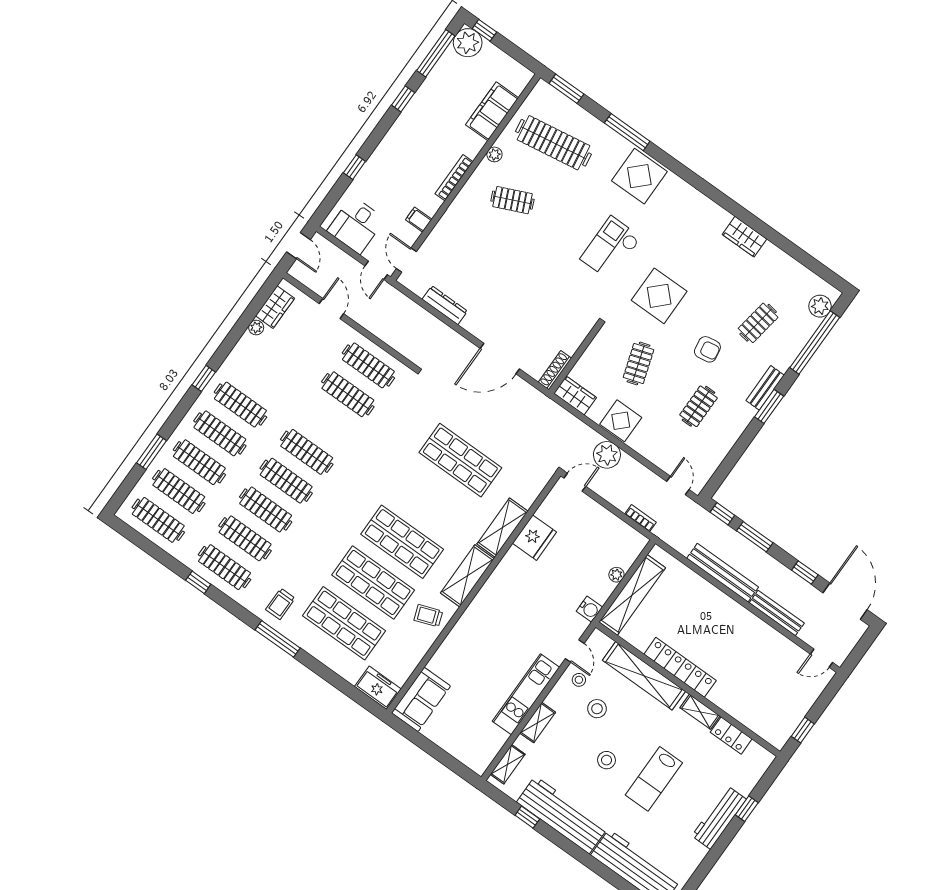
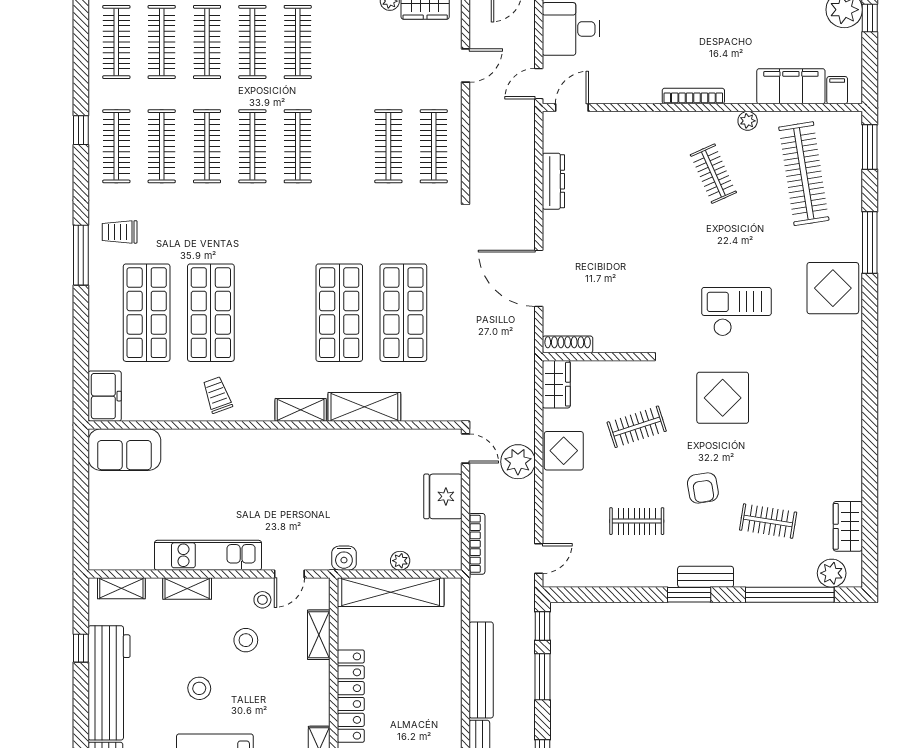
filing cabinet: (419, 220) -> (837, 90), moved
wardrobe: (745, 237) -> (848, 526), moved
bookcase: (641, 518) -> (477, 544), width x1.56
fridge: (534, 538) -> (443, 496), moved, turned 90
shop shelf: (402, 542) -> (339, 313), moved
shelving: (467, 576) -> (301, 410), width x0.67, depth x0.75
shelving: (644, 676) -> (319, 635), width x0.45, depth x0.75

